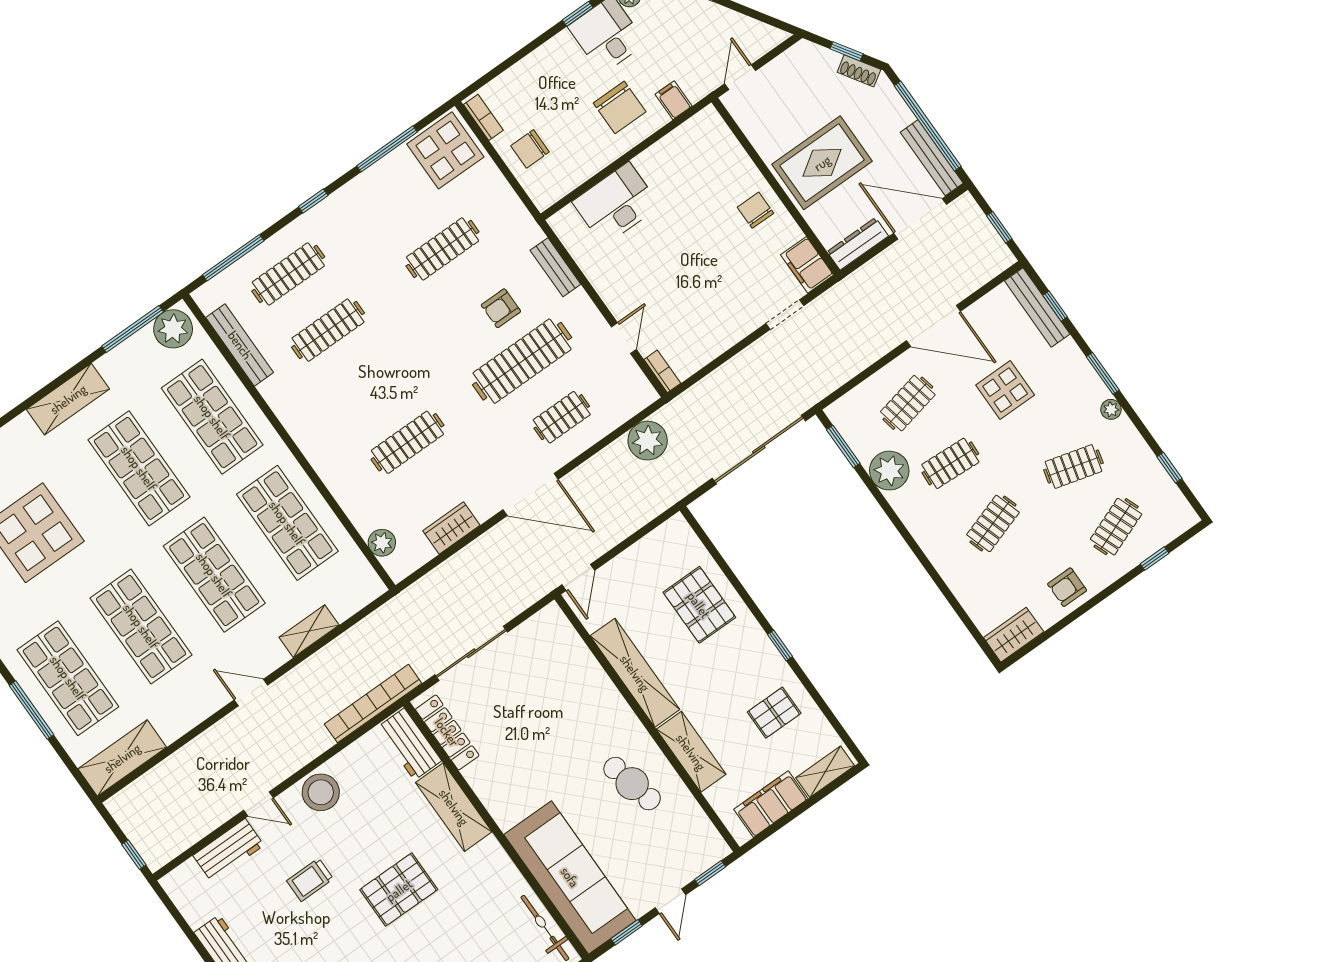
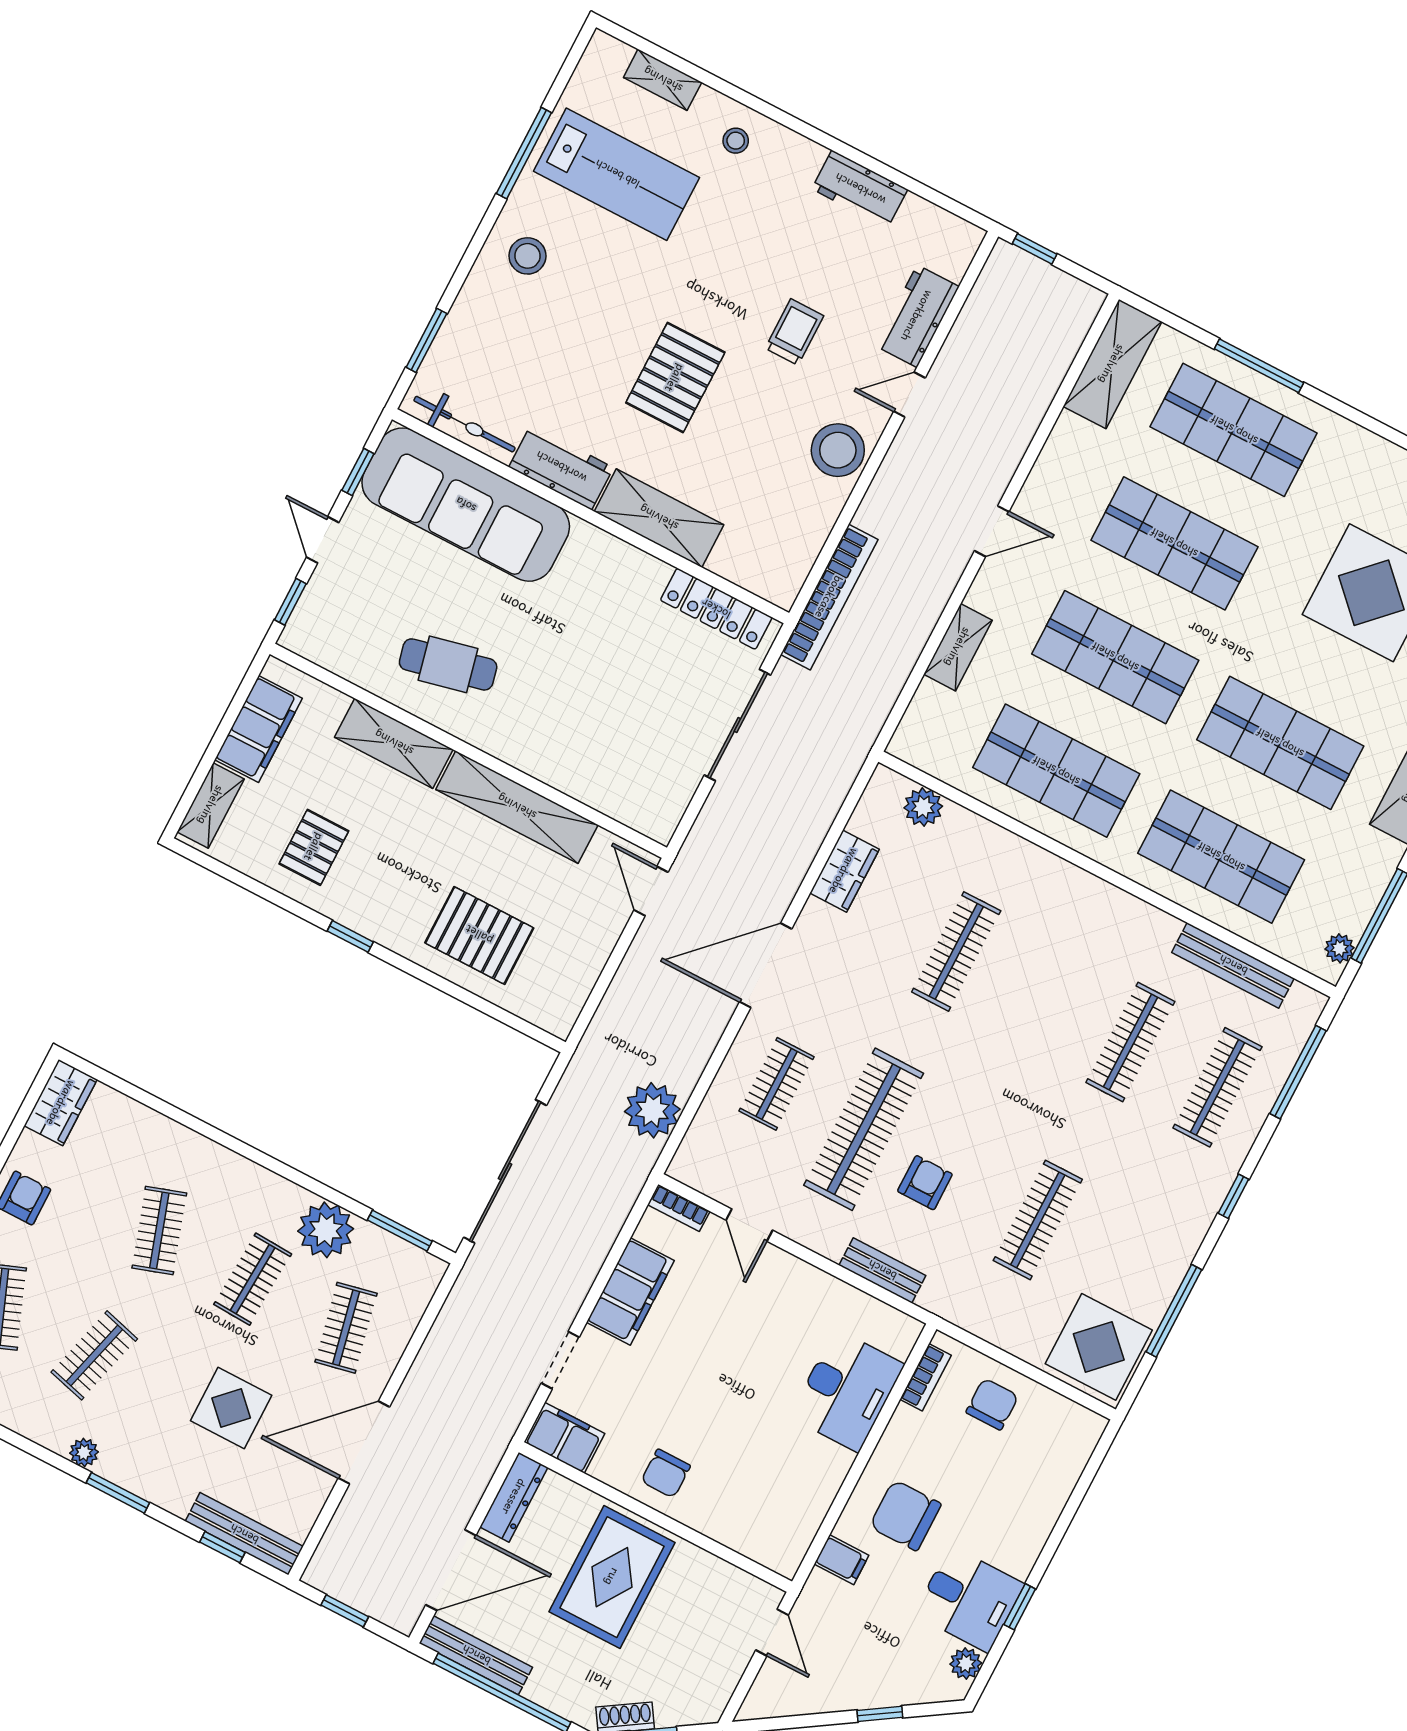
bookcase: (483, 117) -> (926, 1377), moved, turned -90
chair: (755, 210) -> (666, 1473), turned 90
plant: (173, 329) -> (1339, 948), width x0.53, depth x0.53
filing cabinet: (719, 335) -> (630, 1291), added
workbench: (409, 744) -> (561, 467), moved

